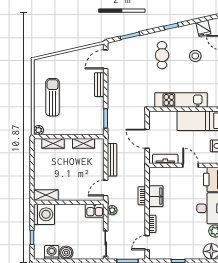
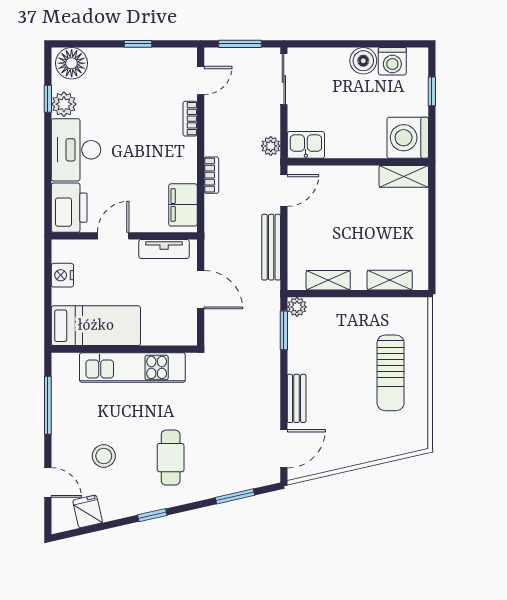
plant: (39, 130) -> (297, 307), moved
door: (191, 165) -> (113, 236), swing flipped
filing cabinet: (156, 196) -> (183, 205), moved

